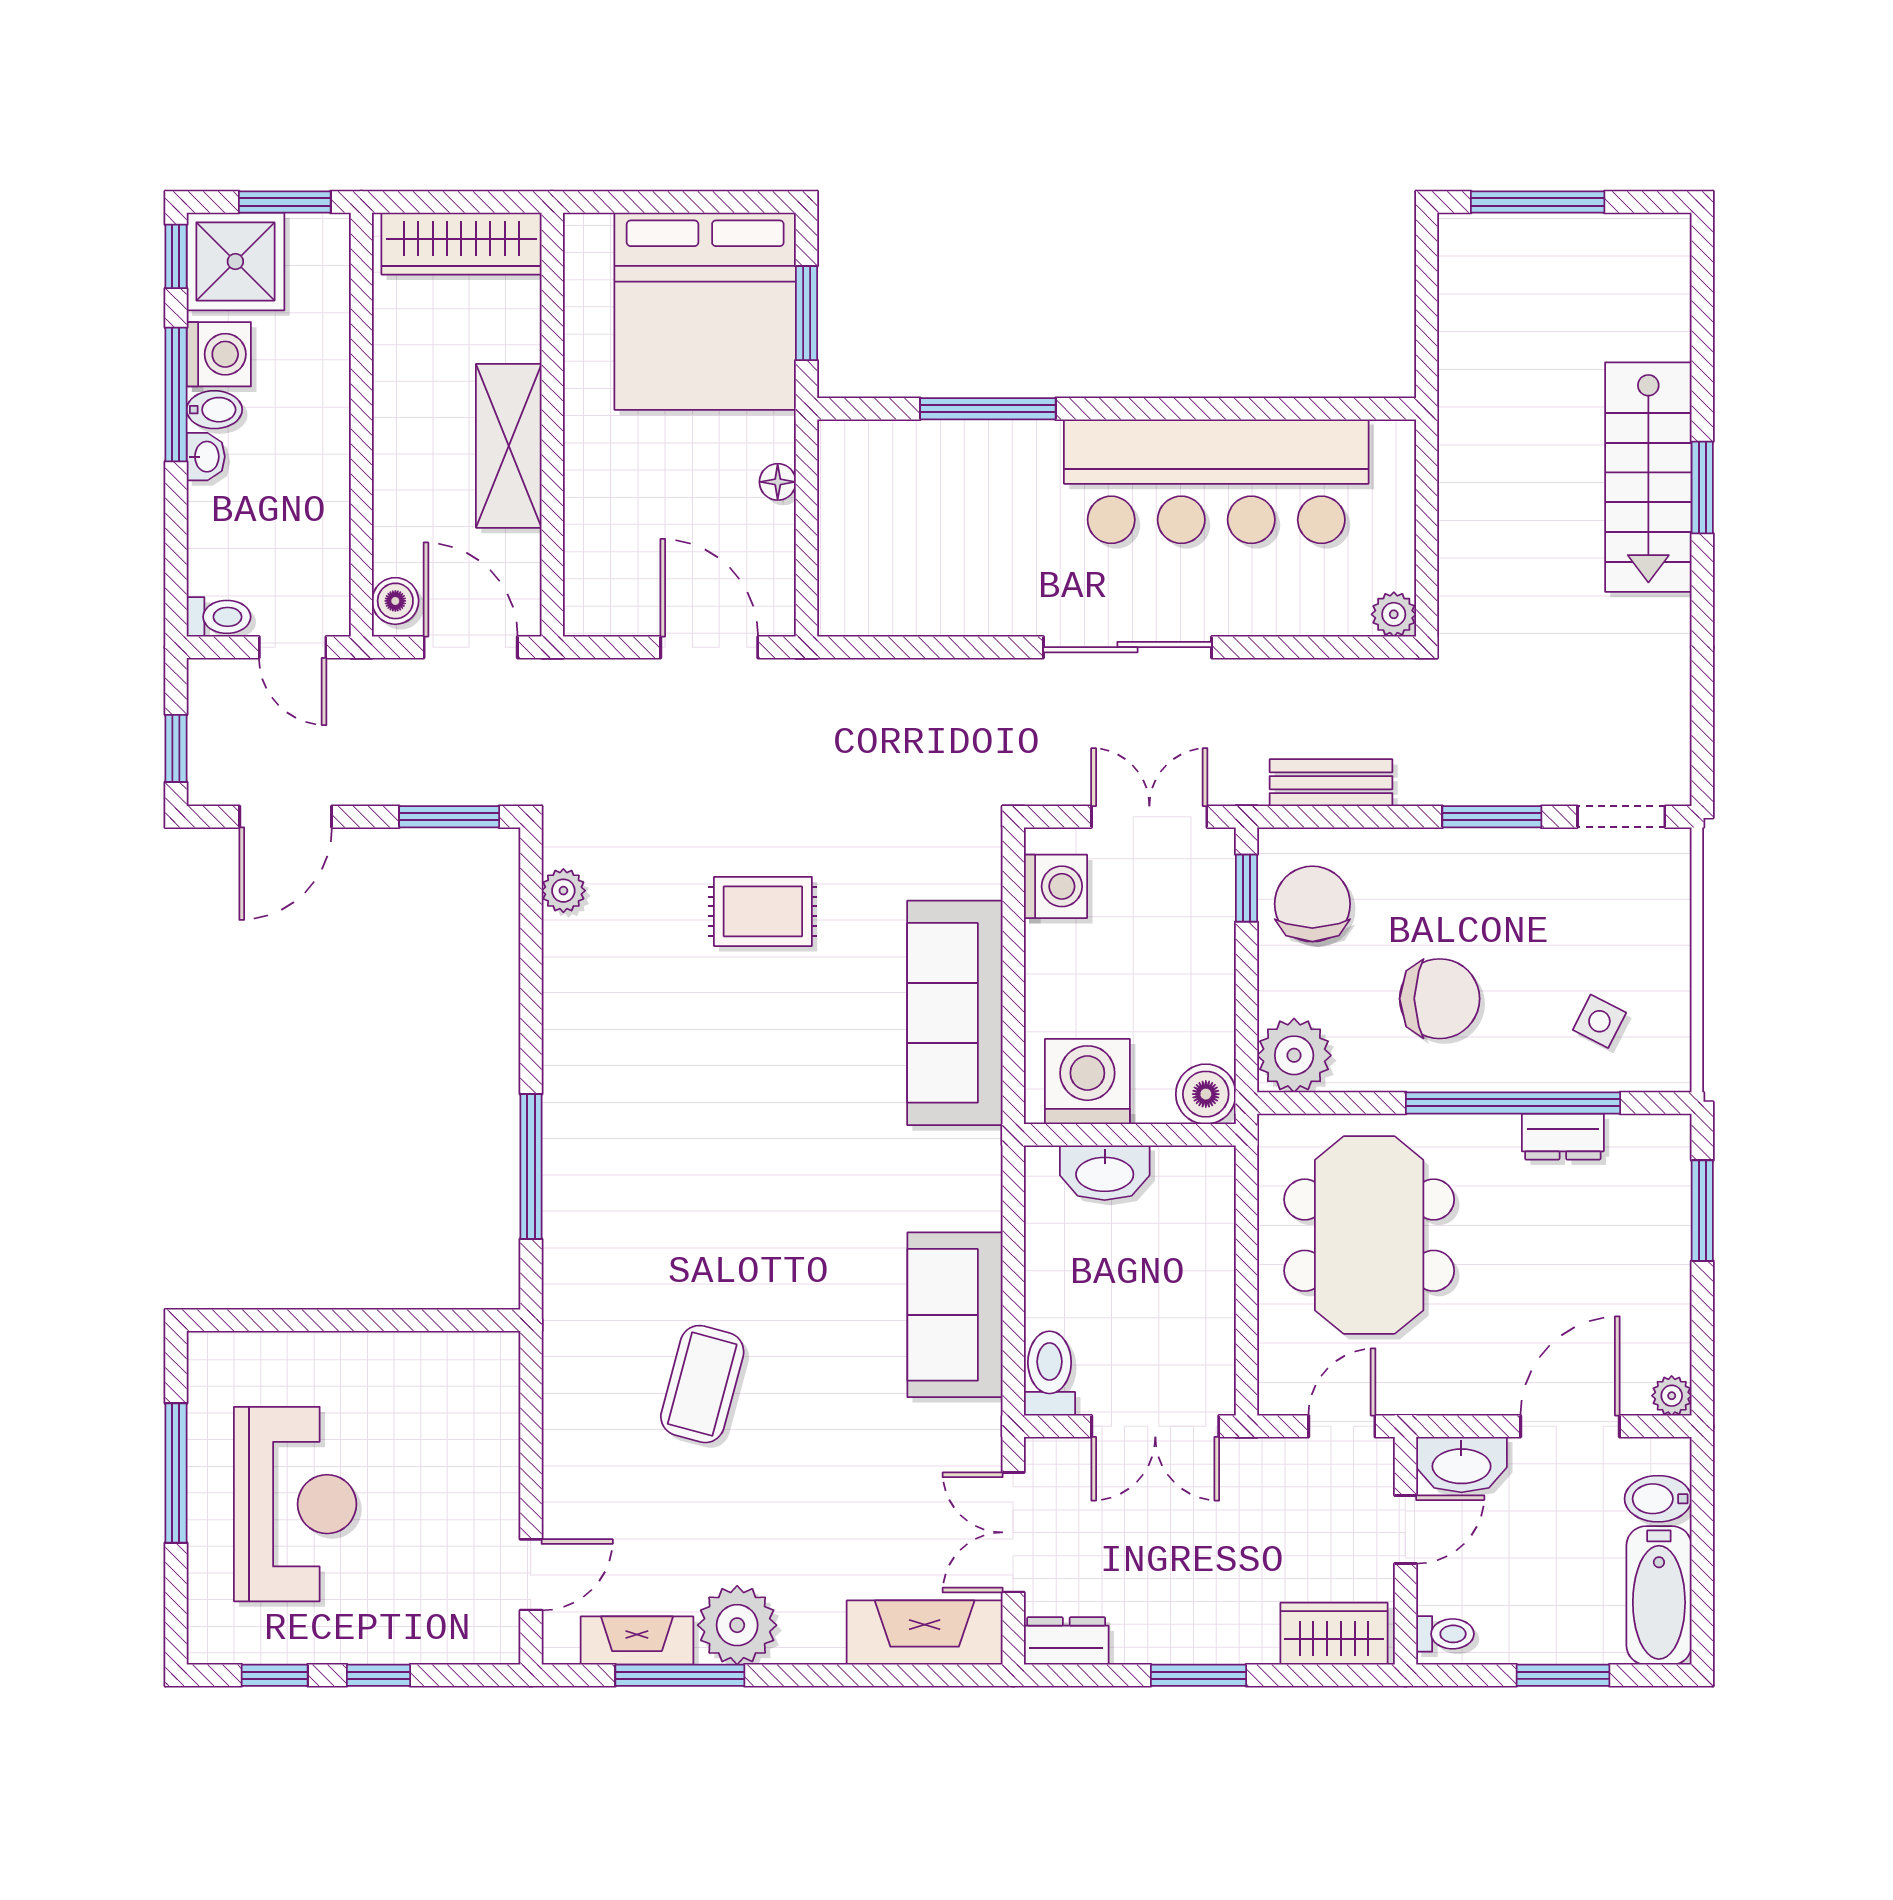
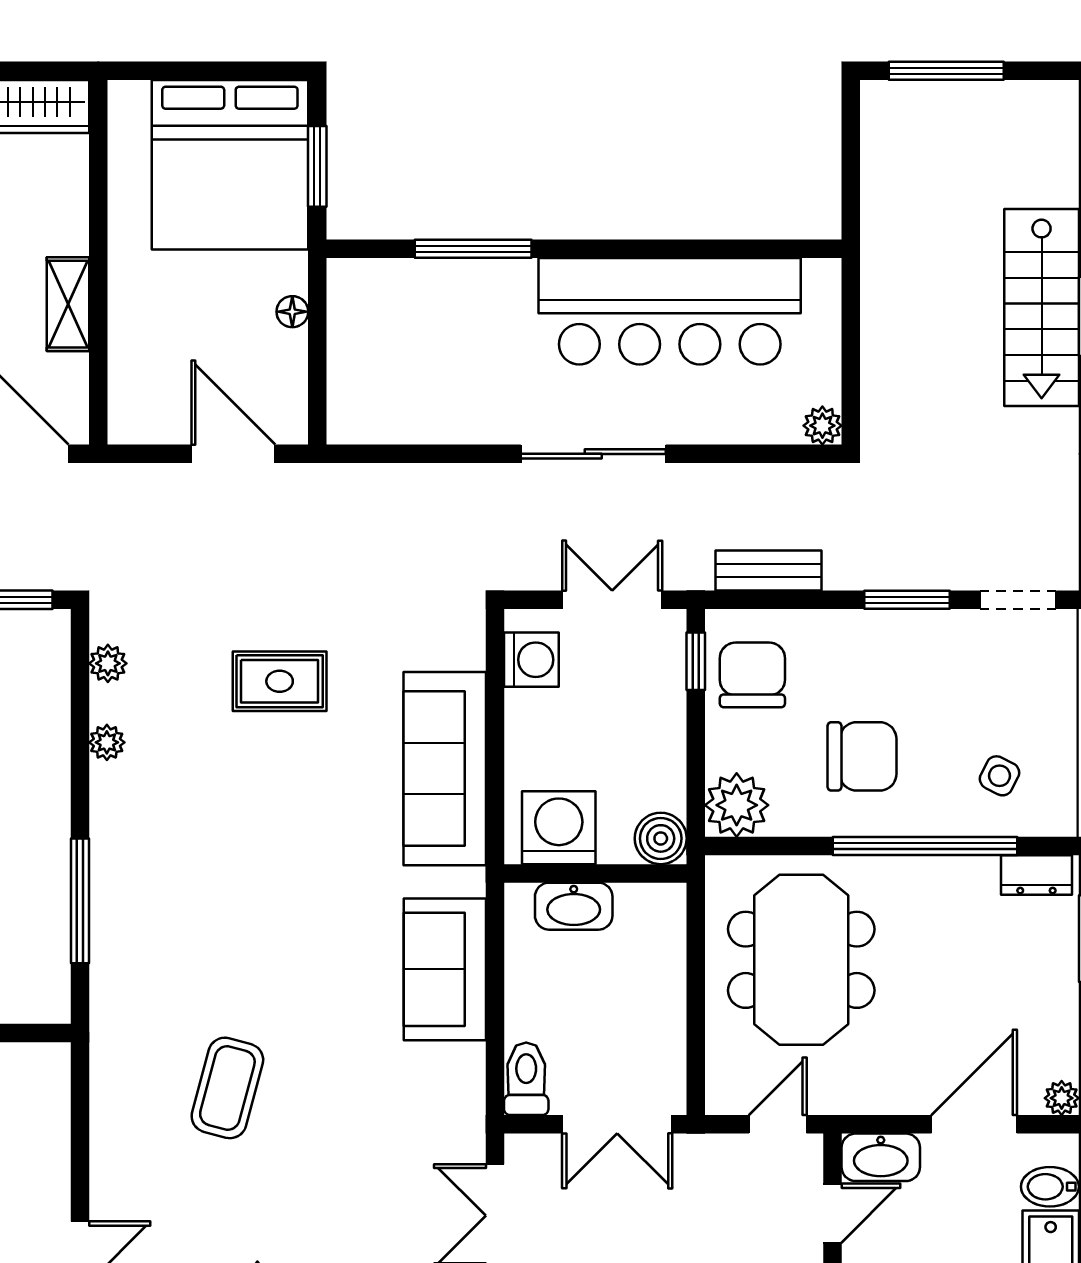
shelving: (509, 446) -> (68, 304), width x0.67, depth x0.75
plant: (562, 982) -> (107, 742), added
dresser: (1563, 1137) -> (1036, 875), moved
sofa: (955, 1315) -> (445, 969), moved

